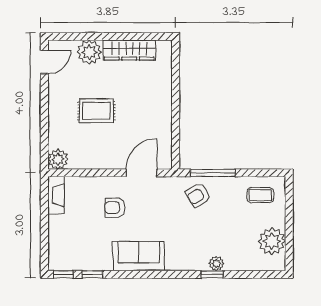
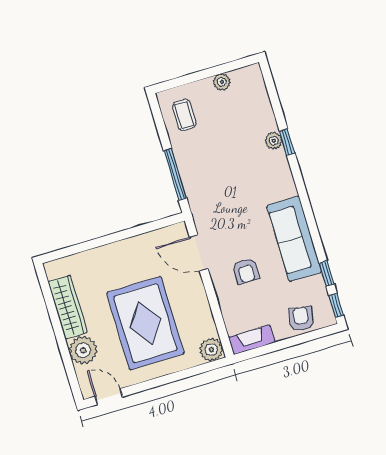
rug: (96, 111) -> (145, 323), width x1.86, depth x2.06
armchair: (198, 195) -> (301, 319), moved, turned -140
plant: (272, 241) -> (222, 82), width x0.53, depth x0.53
sofa: (139, 256) -> (294, 239), width x1.36

